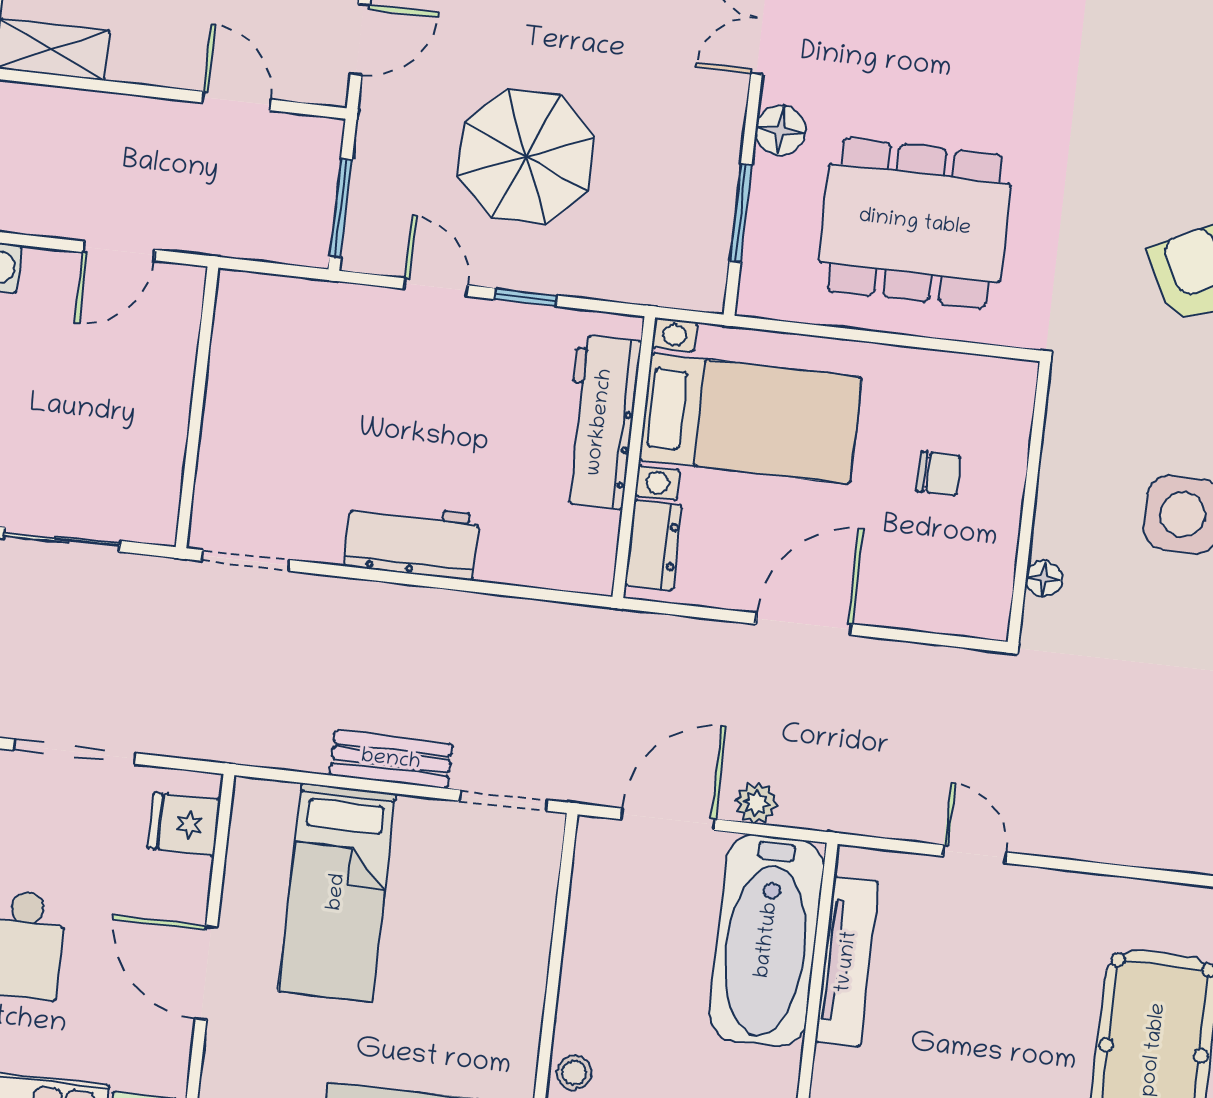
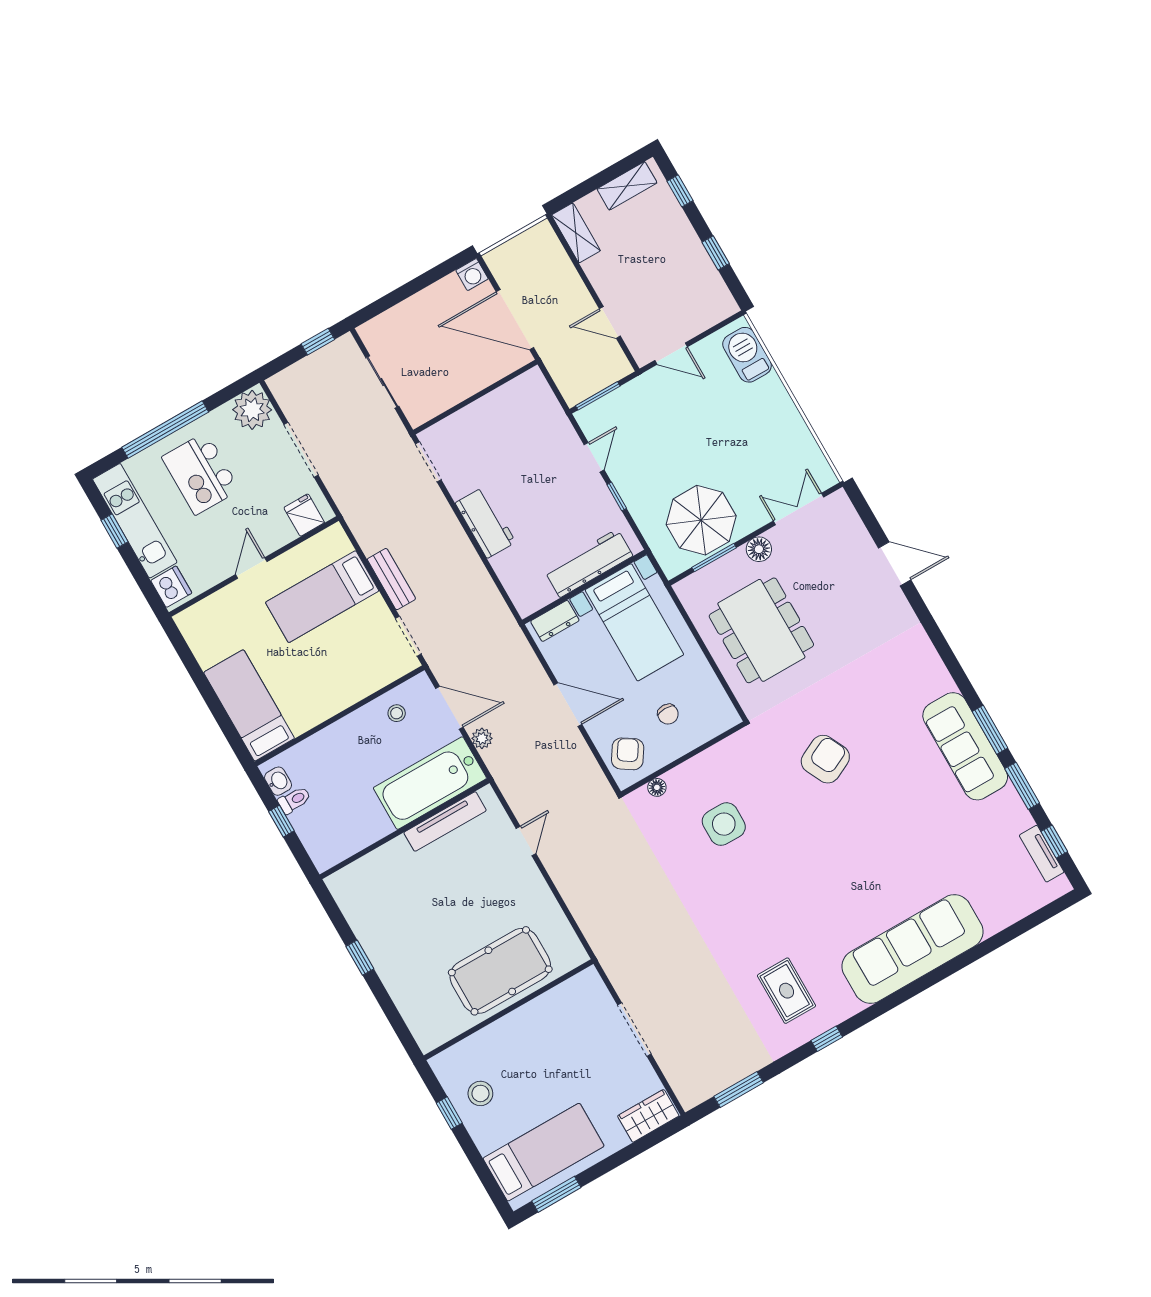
door: (237, 101) -> (610, 322), swing flipped
parasol: (526, 157) -> (701, 520), moved
door: (119, 251) -> (515, 320), width x1.88
armchair: (955, 586) -> (628, 754), added
door: (206, 973) -> (251, 568), width x0.73
stool: (574, 1073) -> (397, 713), moved

